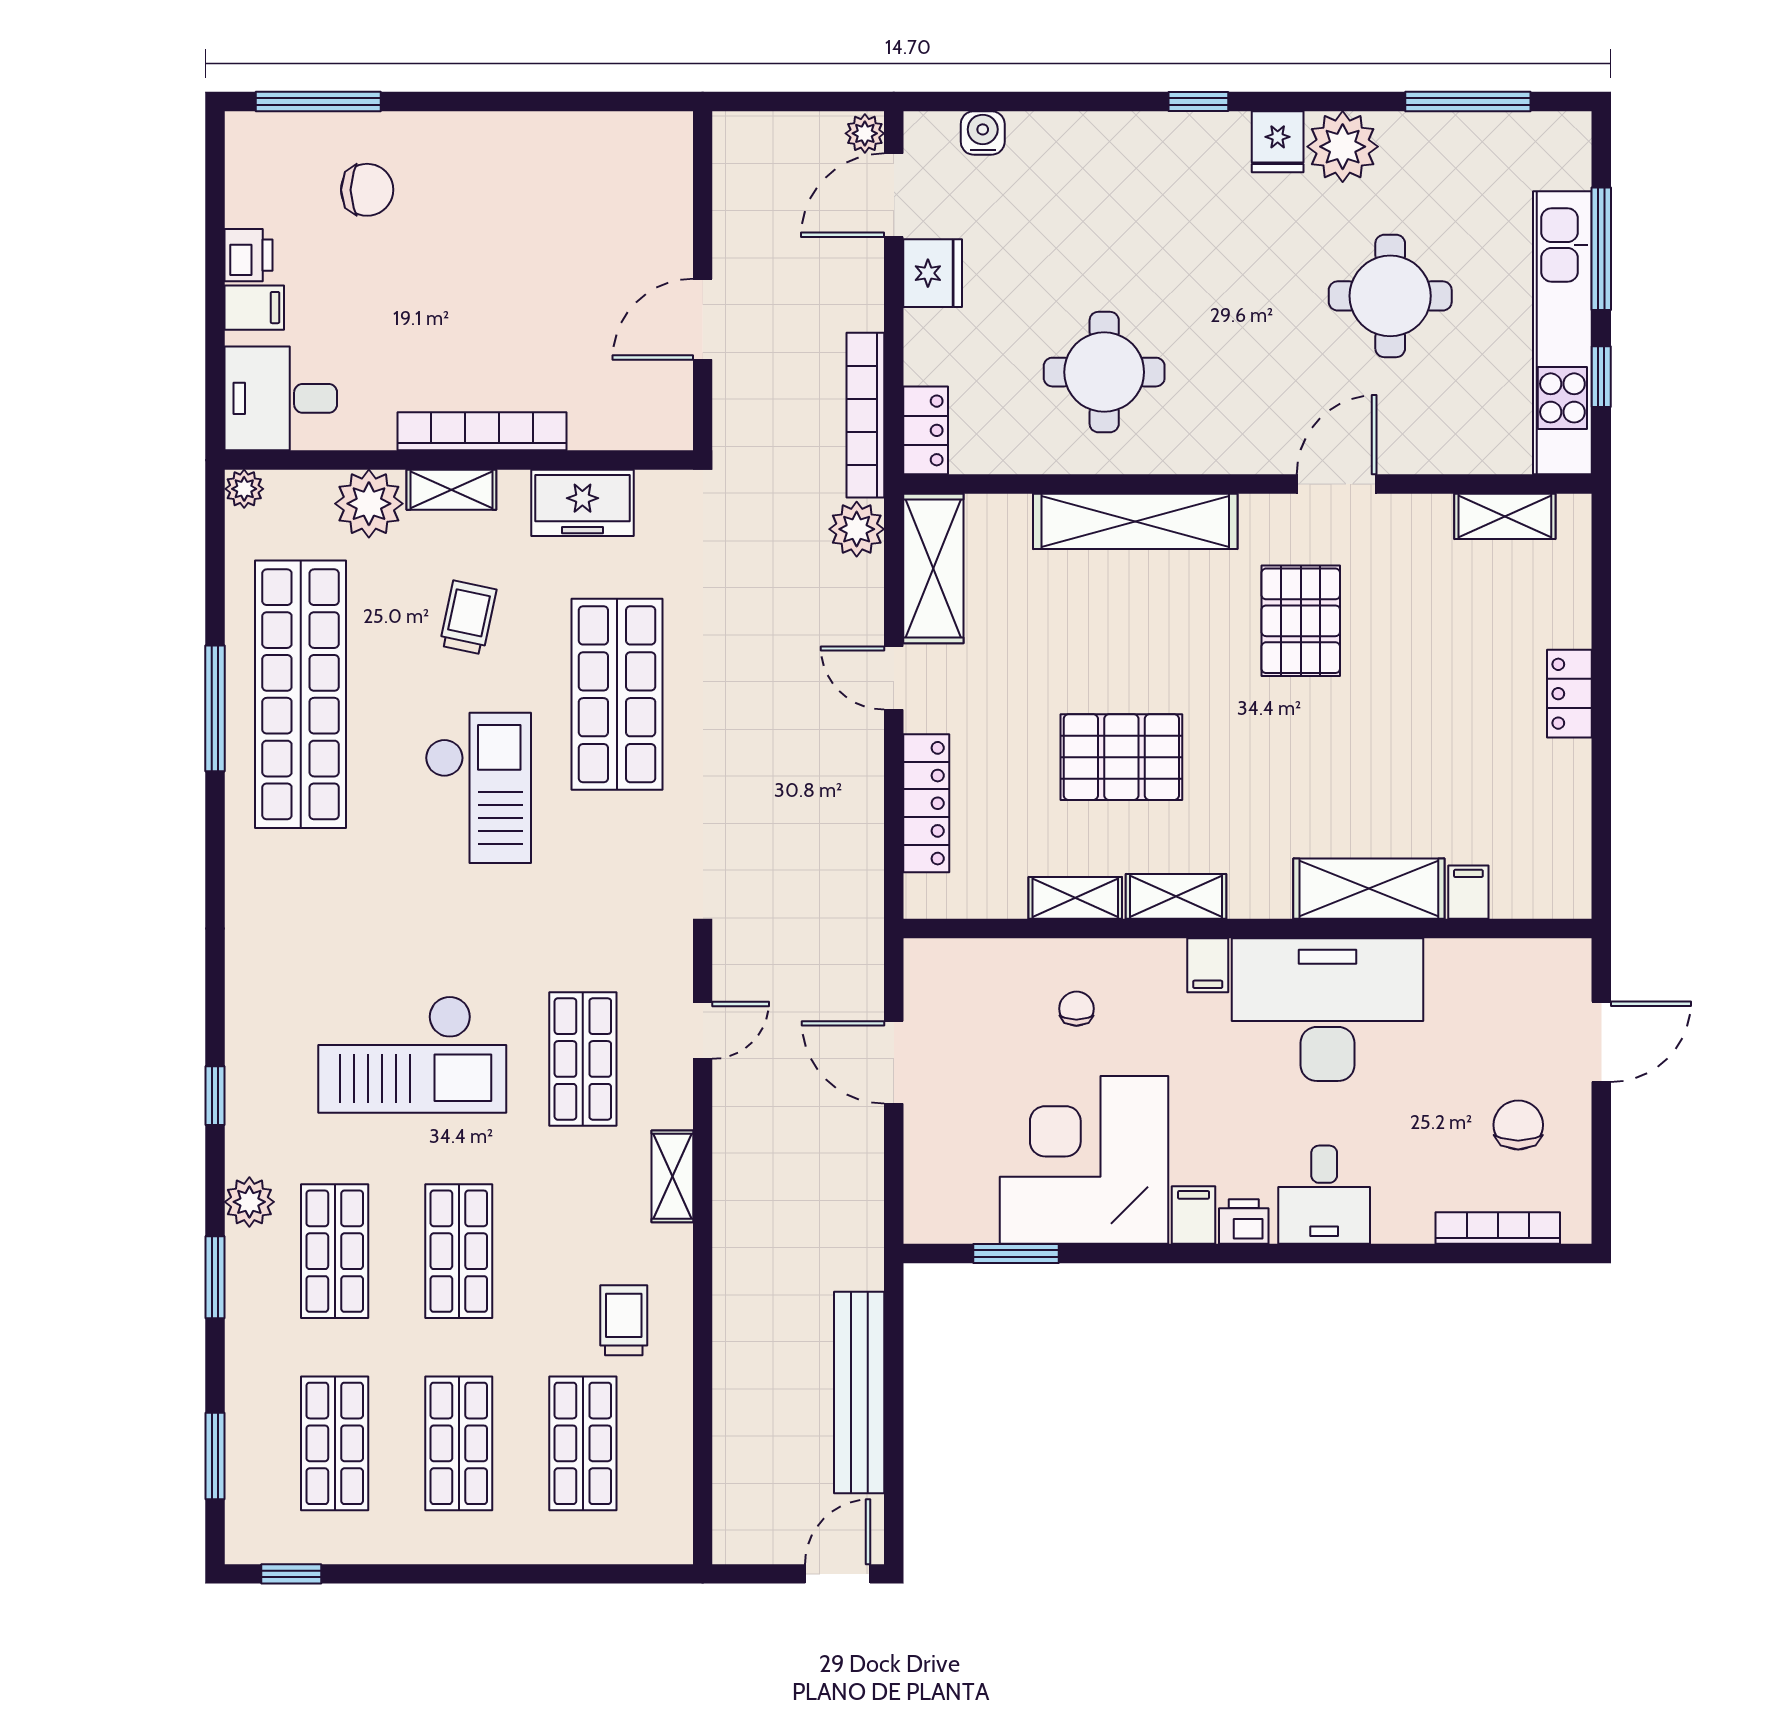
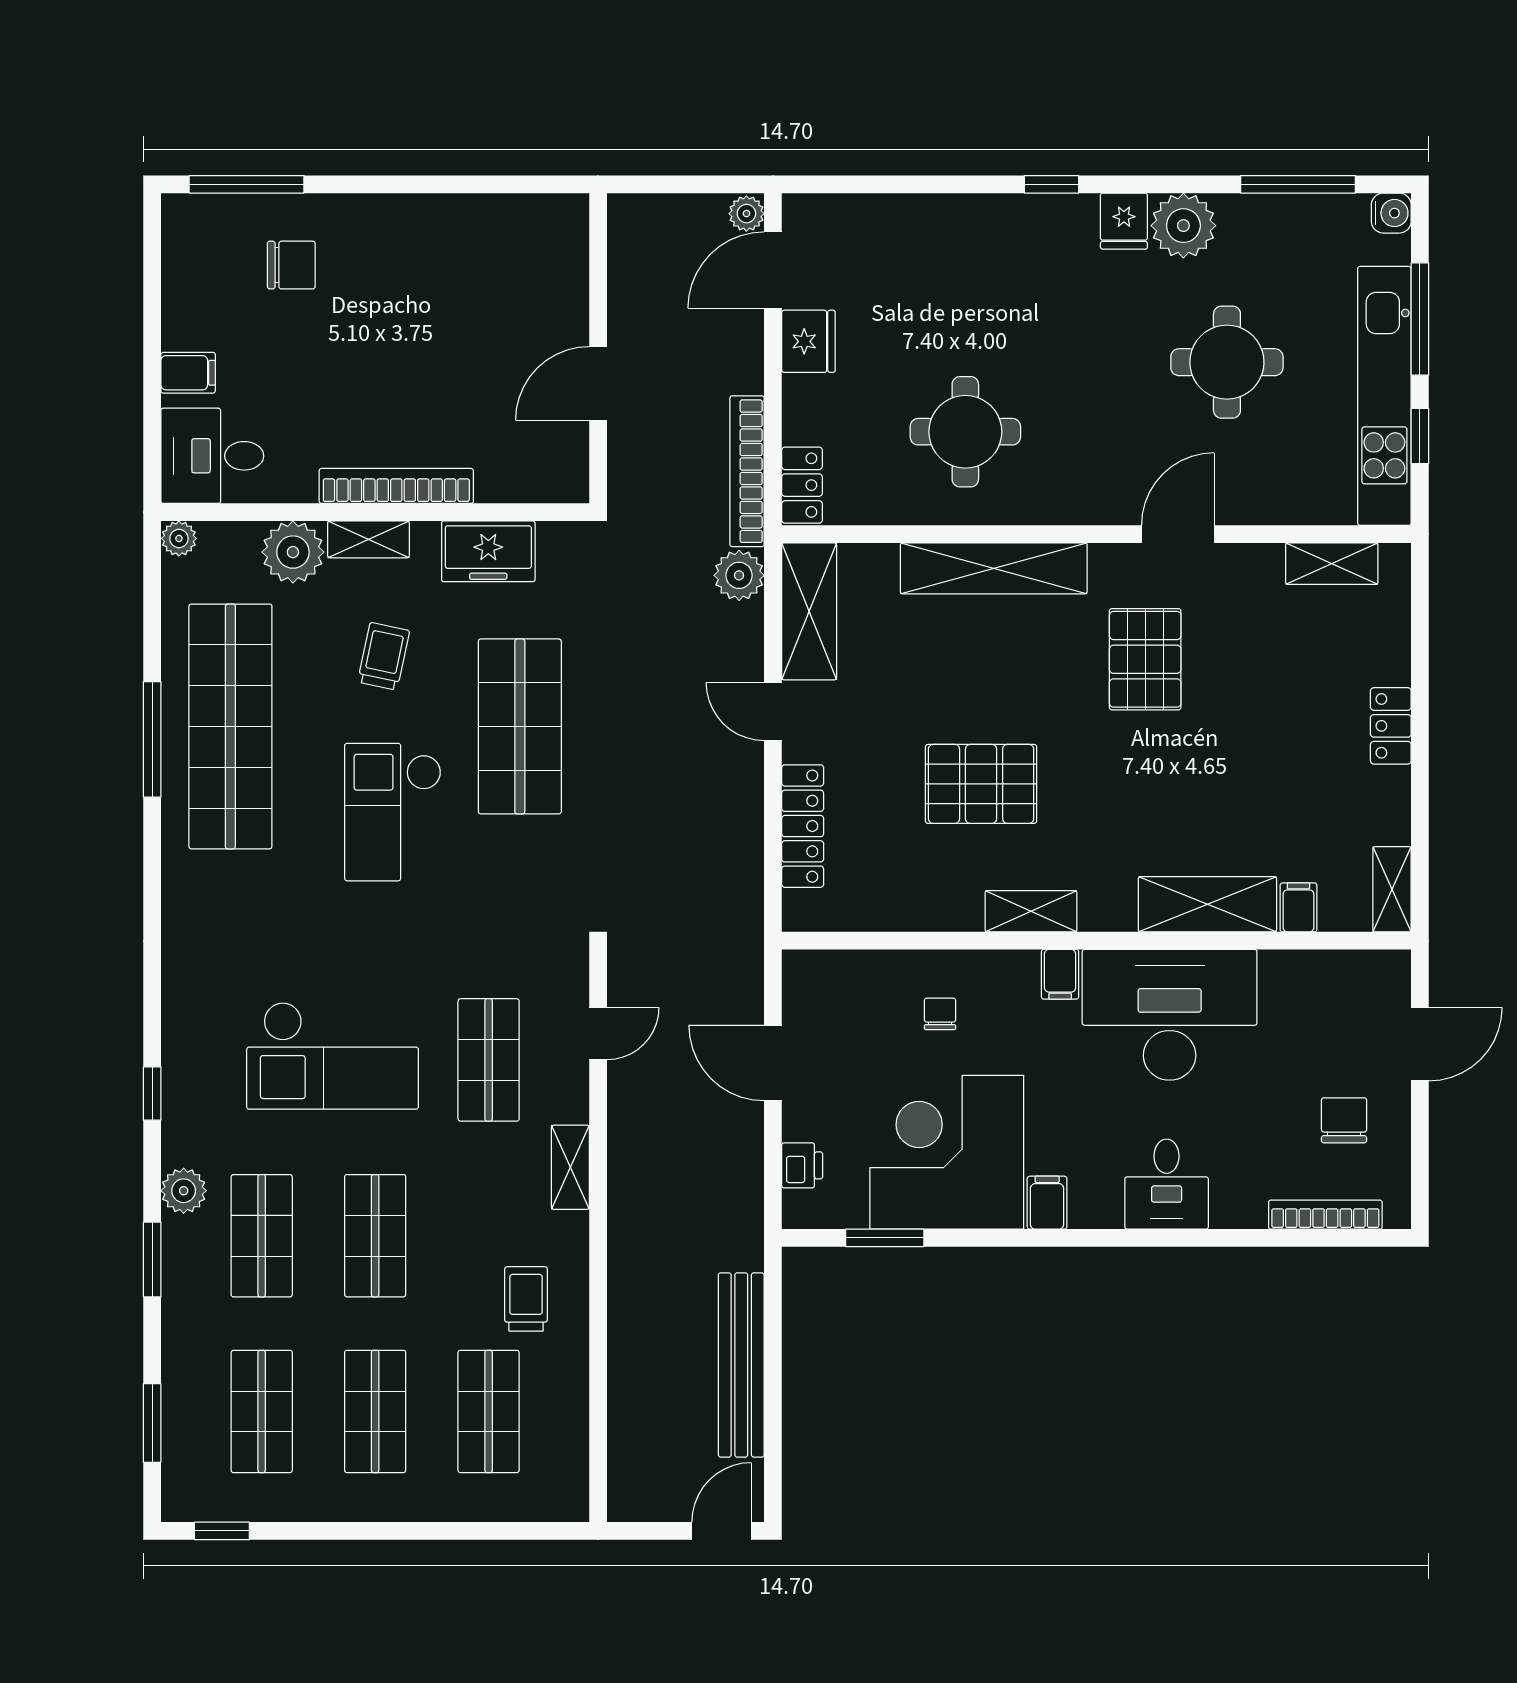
water cooler: (983, 133) -> (1391, 213), moved, turned 90
printer: (248, 255) -> (183, 325), removed
checkout: (478, 788) -> (393, 812), turned 180
shelving: (1075, 898) -> (1392, 889), moved, turned 90
printer: (1244, 1222) -> (802, 1165), moved, turned 90

